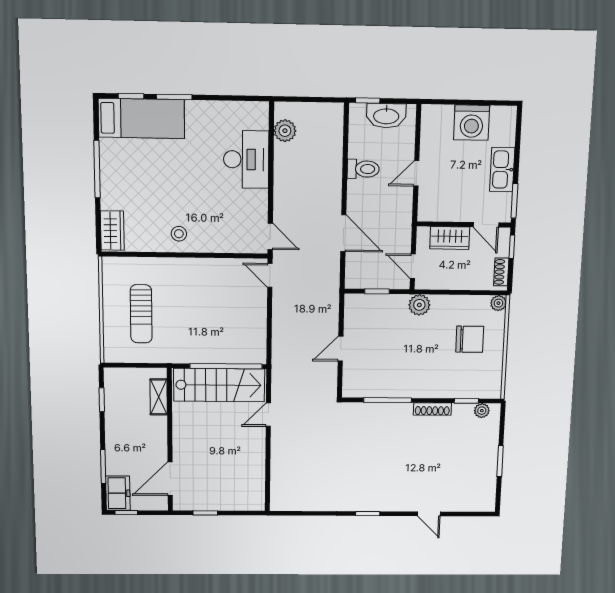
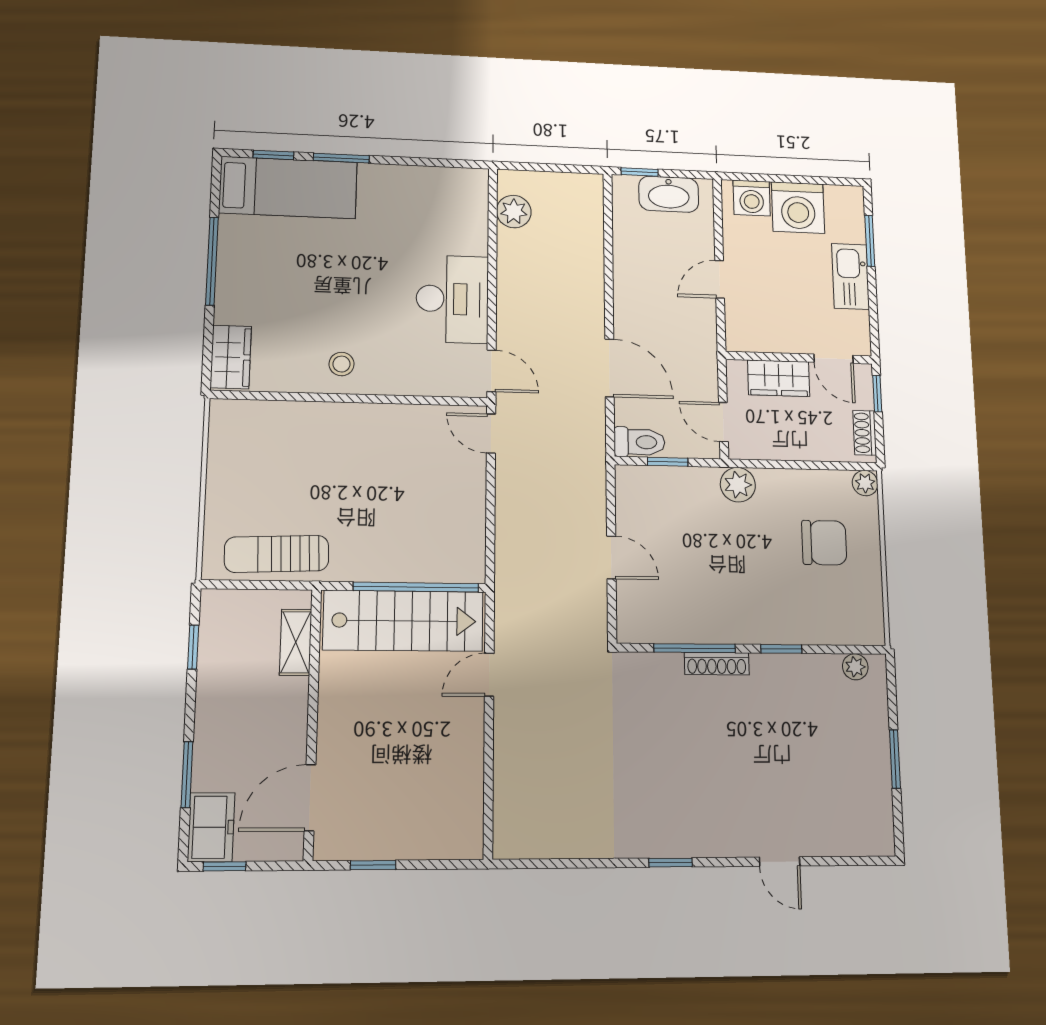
washing machine: (441, 117) -> (752, 198), added
desk: (246, 159) -> (452, 299), moved
toilet: (363, 169) -> (639, 442), moved
window: (514, 201) -> (870, 241), moved
sun lounger: (141, 314) -> (277, 554), moved, turned 88
door: (341, 349) -> (611, 557), swing flipped
window: (466, 401) -> (781, 649), moved
shoe rack: (432, 409) -> (717, 664), moved

